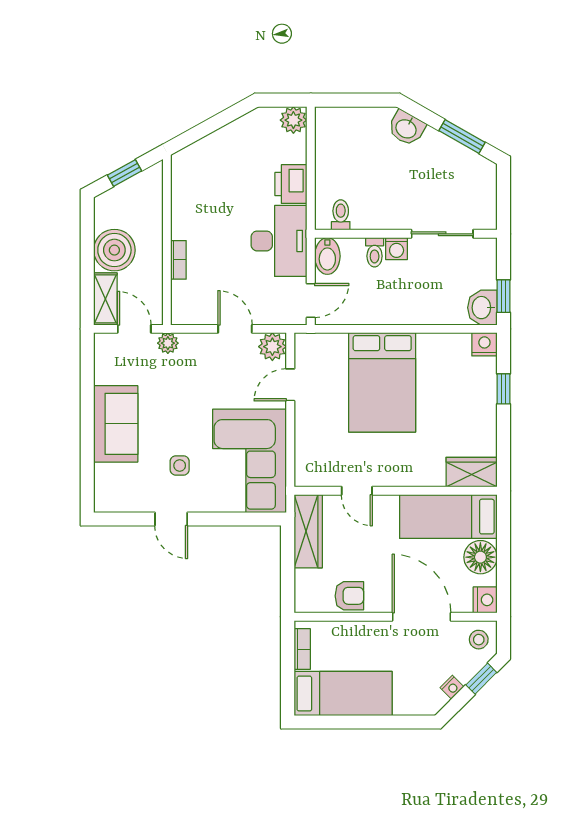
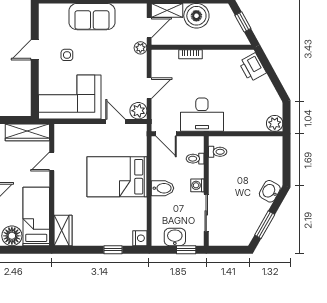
printer: (291, 184) -> (253, 67), moved, turned -119
toilet: (375, 252) -> (195, 159), moved
bidet: (327, 256) -> (162, 188), moved, turned 180
window: (504, 296) -> (186, 250), moved
washbasin: (482, 308) -> (175, 237), moved

